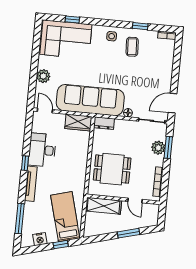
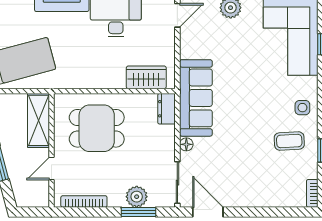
sofa: (90, 100) -> (196, 98), width x0.74, depth x0.79
wardrobe: (78, 123) -> (146, 77), moved, turned 90
dining table: (112, 169) -> (97, 128), turned 90

